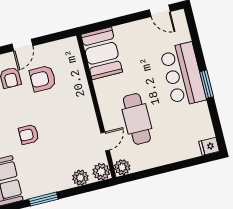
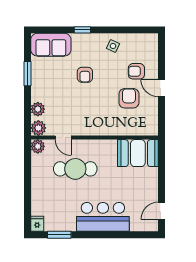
window: (207, 84) -> (59, 235), moved
armchair: (29, 134) -> (85, 75), turned 180

